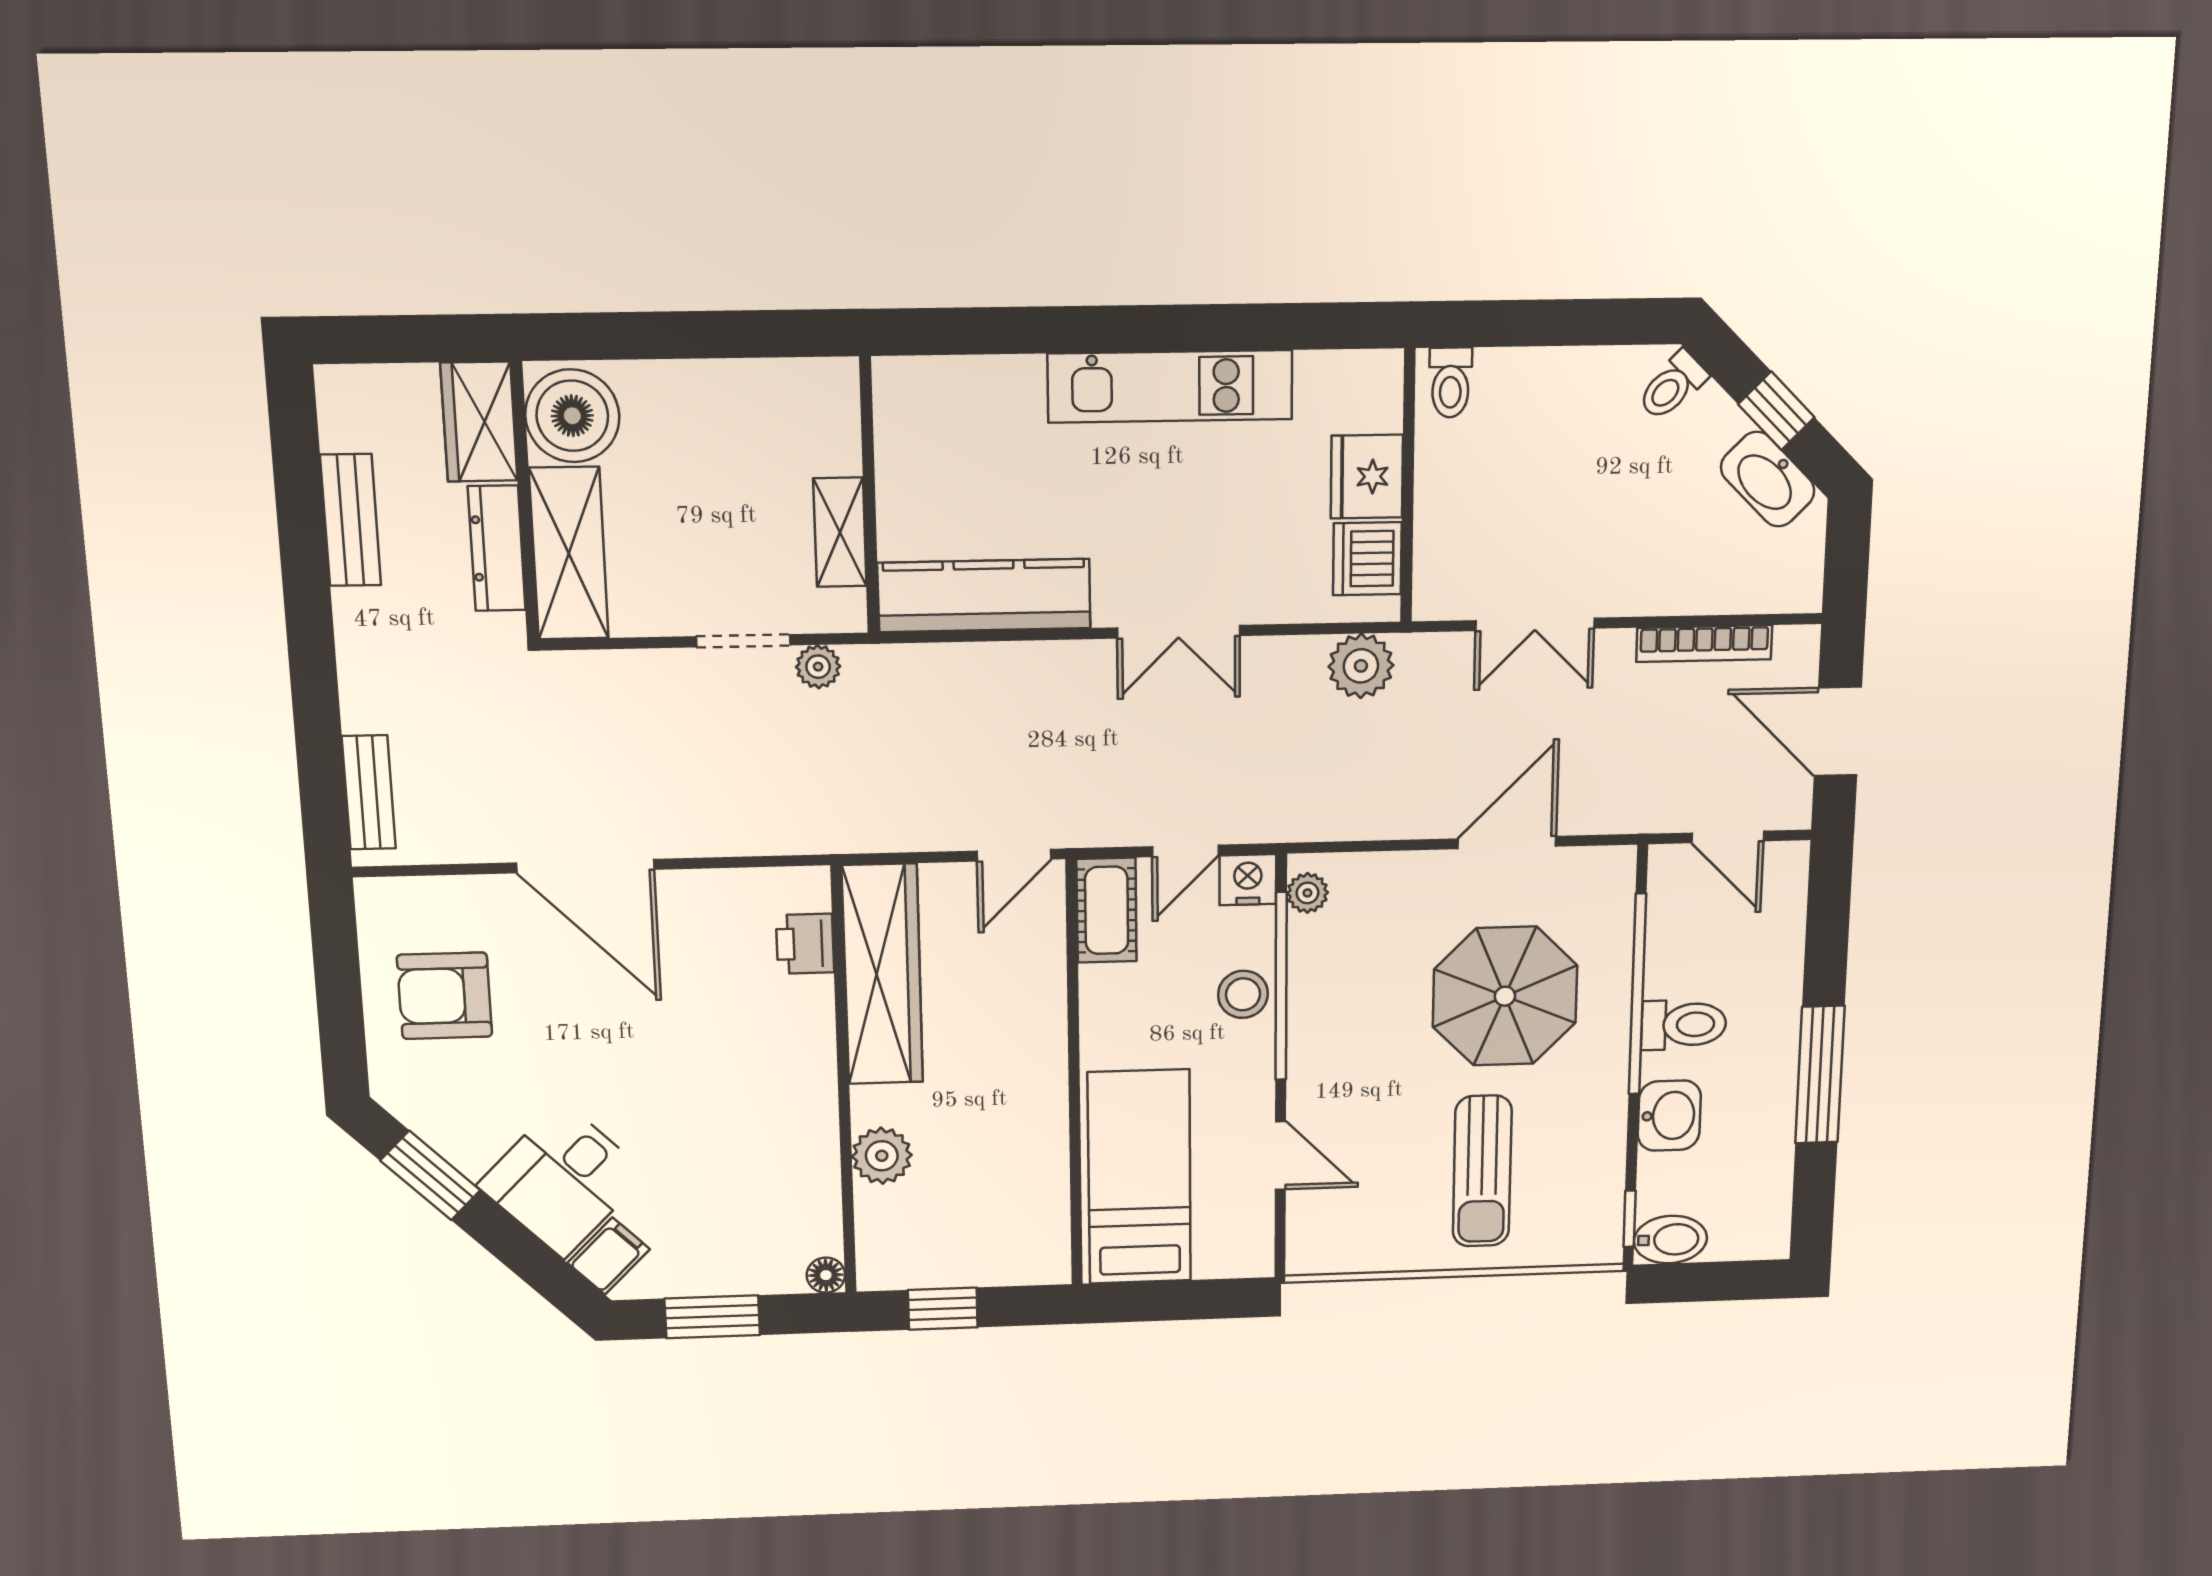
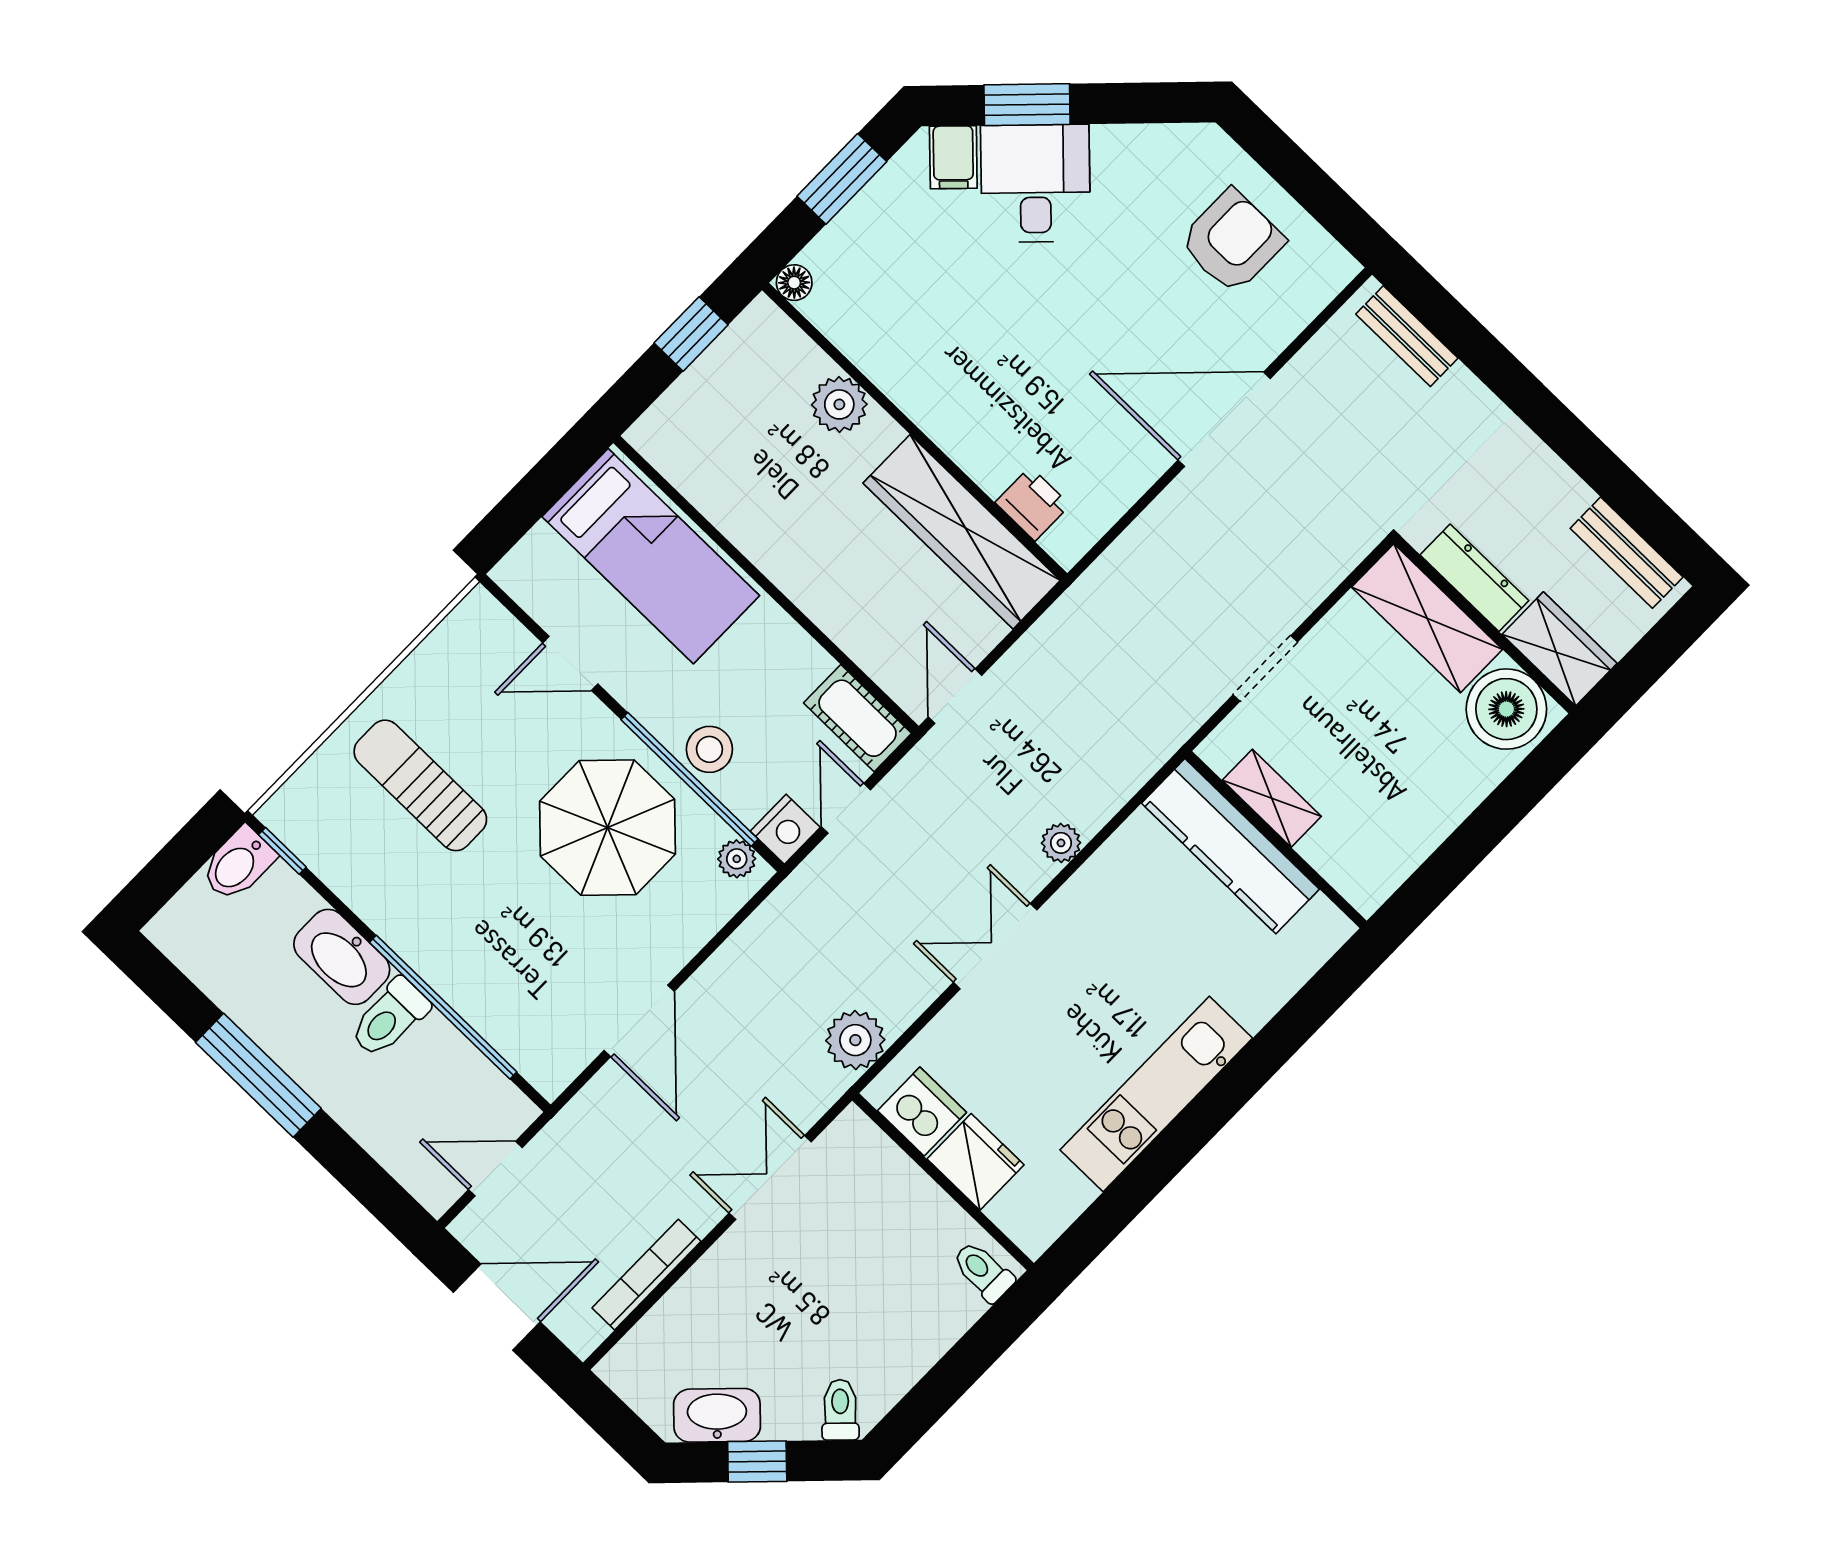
bench: (351, 520) -> (1627, 553), moved
kitchen counter: (984, 595) -> (1230, 846), moved, turned 90
plant: (818, 667) -> (1061, 843), moved
parasol: (1505, 996) -> (608, 828), moved
washbasin: (1669, 1116) -> (342, 957), width x1.38
window: (430, 1175) -> (1027, 105), moved

